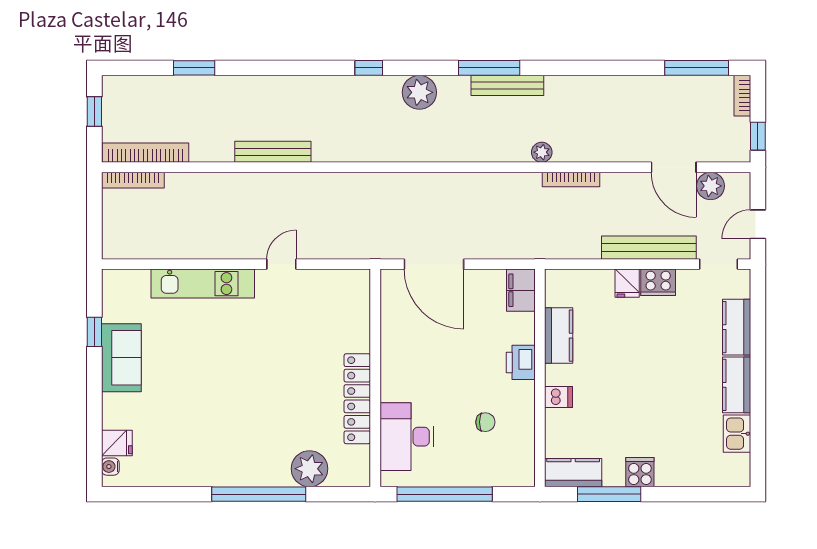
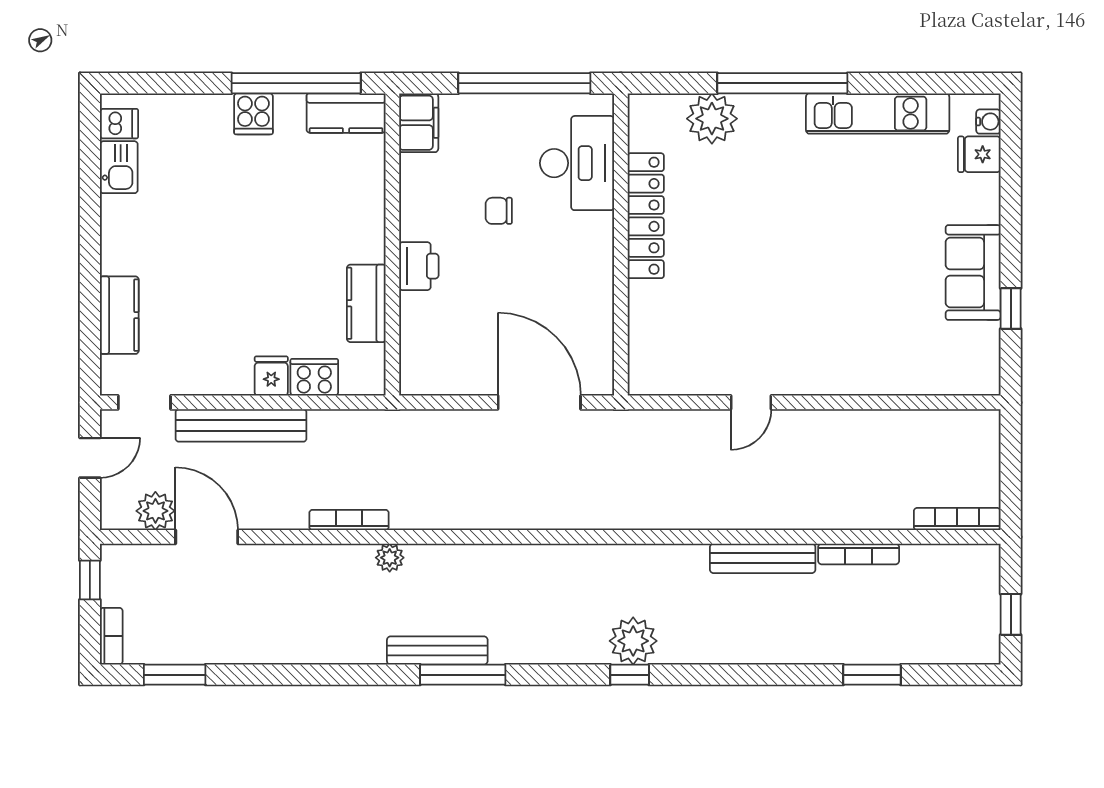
window: (697, 68) -> (175, 675), width x0.69
plant: (419, 92) -> (633, 641), moved
bookcase: (146, 153) -> (859, 554), moved, width x0.68, depth x0.76
cooker: (658, 282) -> (314, 377), moved
kitchen unit: (203, 284) -> (878, 113), moved, turned 180
filing cabinet: (521, 290) -> (419, 123), moved
kitchen counter: (737, 385) -> (119, 235), removed
dishwasher: (558, 397) -> (119, 124), moved, turned 180
chair: (485, 422) -> (499, 211), moved
window: (609, 494) -> (296, 83), width x1.46

